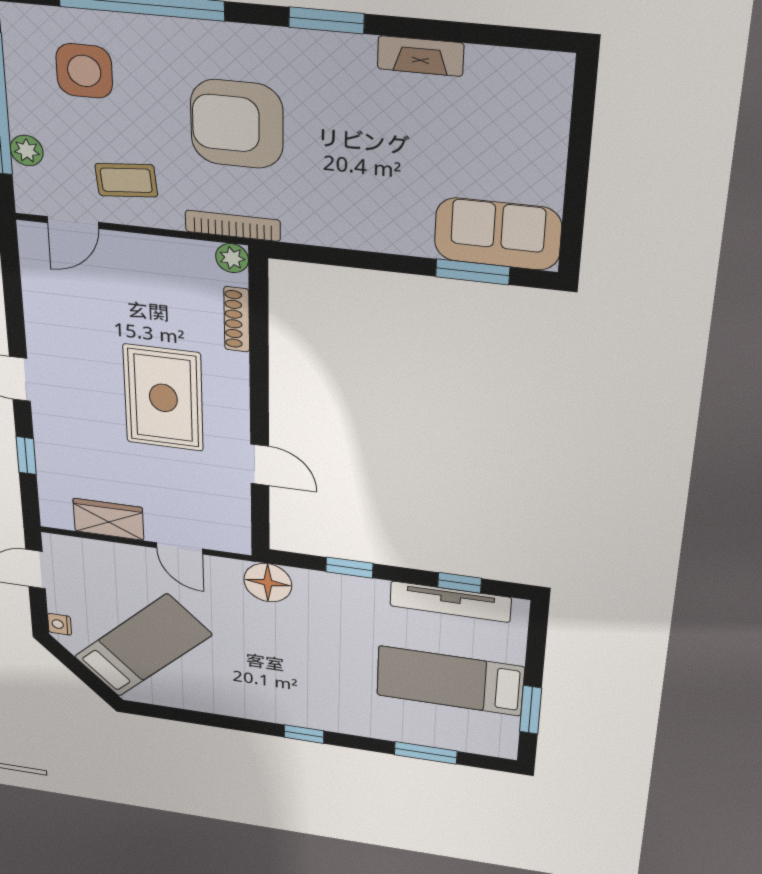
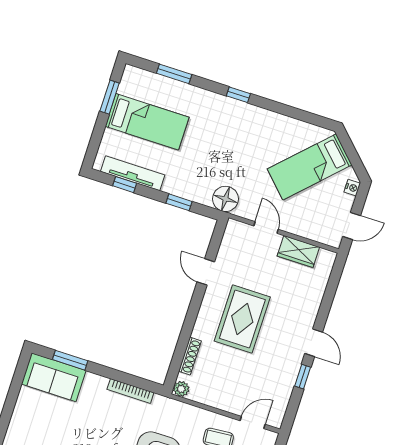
bookcase: (233, 226) -> (130, 391), moved
window: (26, 456) -> (303, 377), moved

